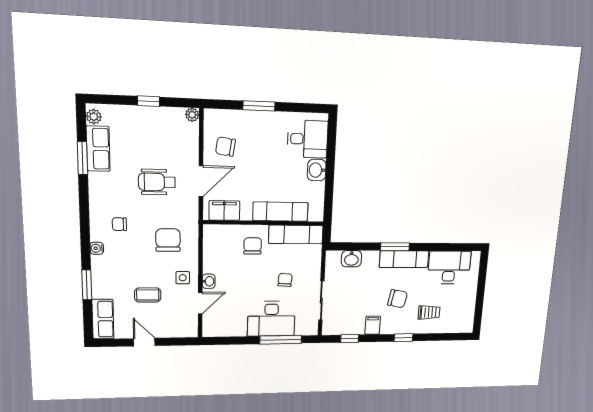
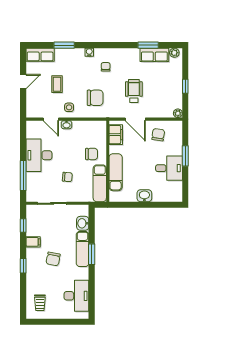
desk: (308, 139) -> (169, 168), moved, turned -90
exam couch: (404, 259) -> (83, 249), moved
trolley: (429, 312) -> (40, 303), moved
desk: (271, 319) -> (39, 155), moved

